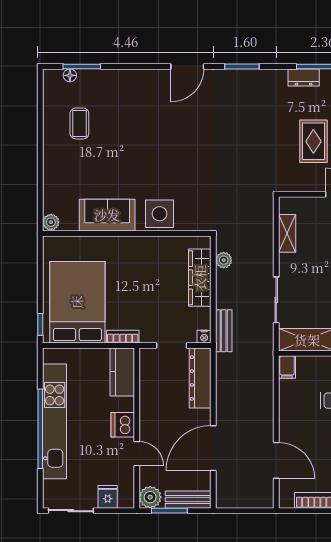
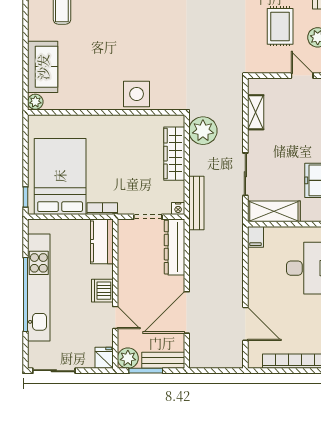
sofa: (107, 215) -> (43, 67), moved, turned 90
plant: (224, 260) -> (203, 131), width x1.87, depth x1.87
bench: (224, 331) -> (196, 203), width x1.36
fridge: (108, 497) -> (104, 358), moved

